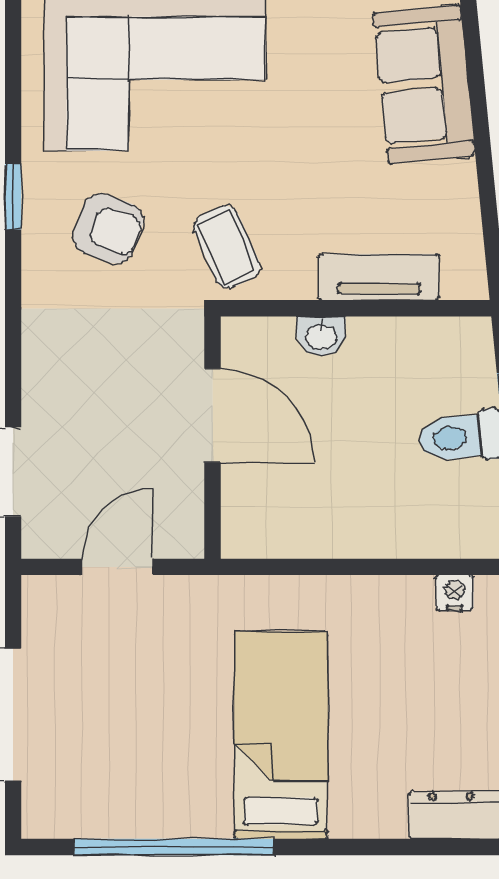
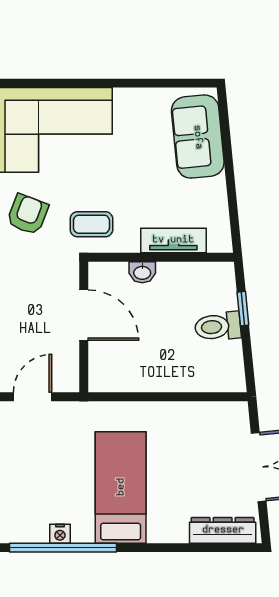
armchair: (108, 229) -> (28, 214), turned -89
coffee table: (227, 247) -> (91, 224), turned -66
nightstand: (455, 593) -> (60, 534), moved, turned 180

